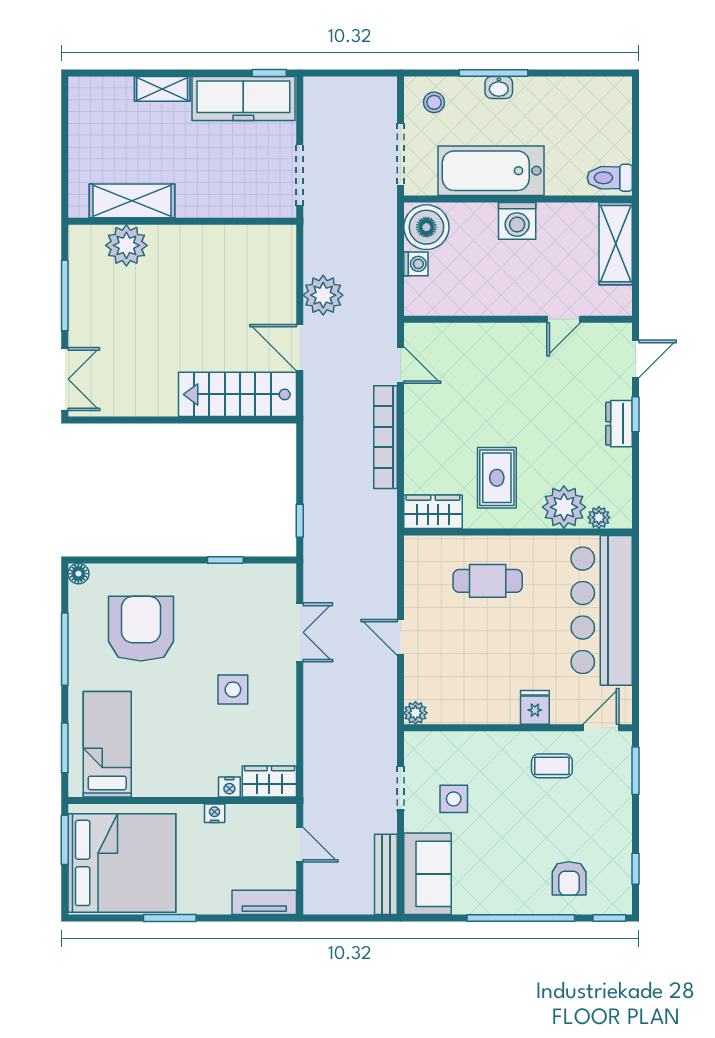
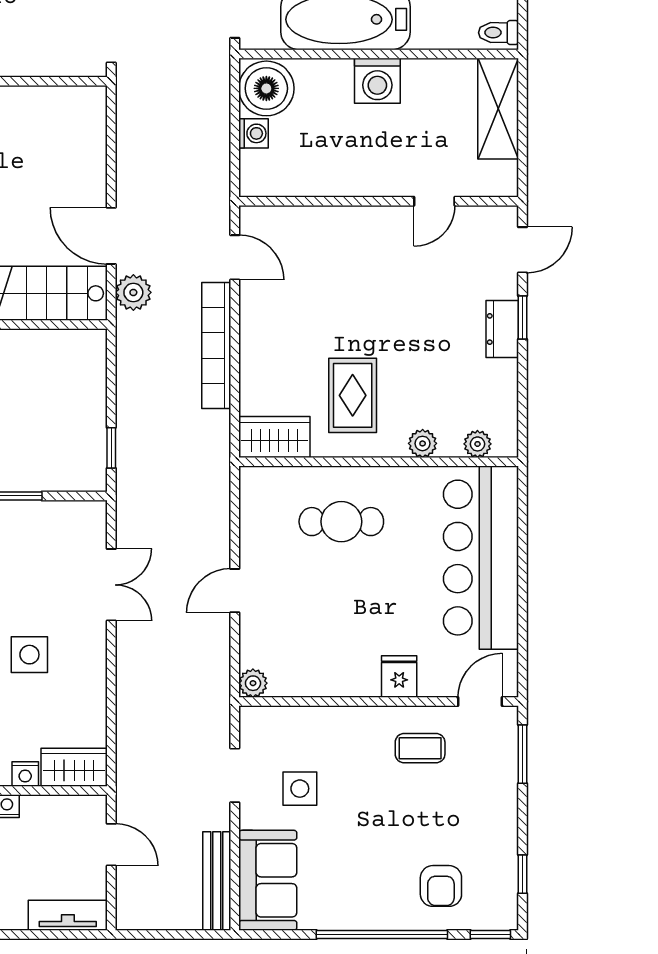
toilet: (610, 178) -> (499, 33), width x0.73, depth x0.72
plant: (323, 295) -> (133, 292), moved, width x0.73, depth x0.73
plant: (564, 507) -> (423, 443), width x0.53, depth x0.53
door: (401, 637) -> (235, 591), hinge flipped

